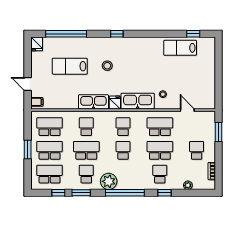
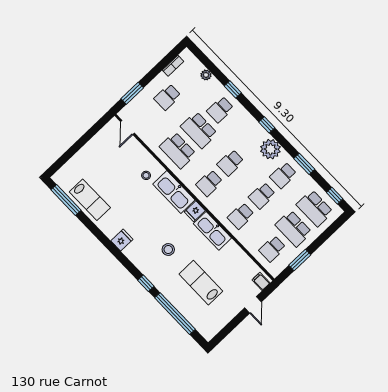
window: (117, 34) -> (146, 283), moved
window: (193, 34) -> (66, 200), width x2.17
fridge: (37, 44) -> (122, 240), moved
lab bench: (70, 66) -> (201, 283), turned 180
door: (187, 110) -> (127, 127), moved
school desk: (50, 127) -> (272, 249), width x0.54
window: (28, 150) -> (300, 260), moved
school desk: (86, 150) -> (262, 196), width x0.54
window: (58, 193) -> (335, 196), moved
window: (125, 193) -> (267, 125), width x0.32

